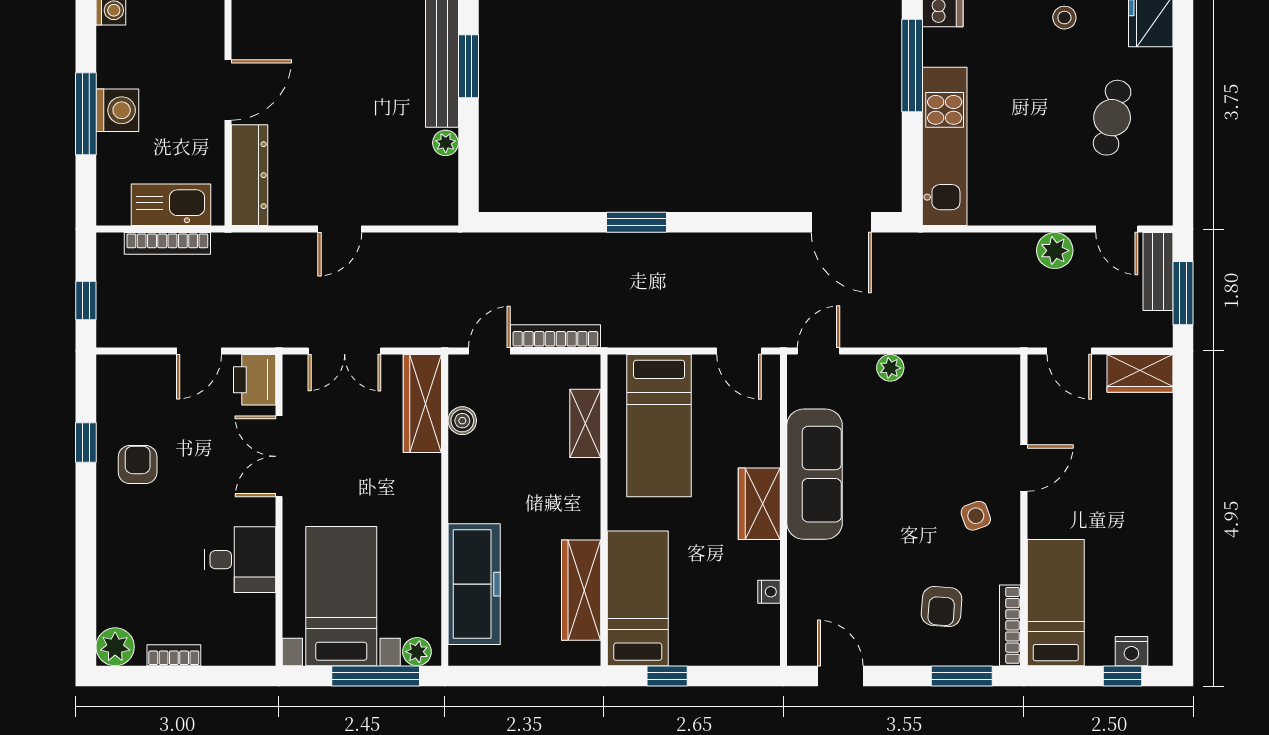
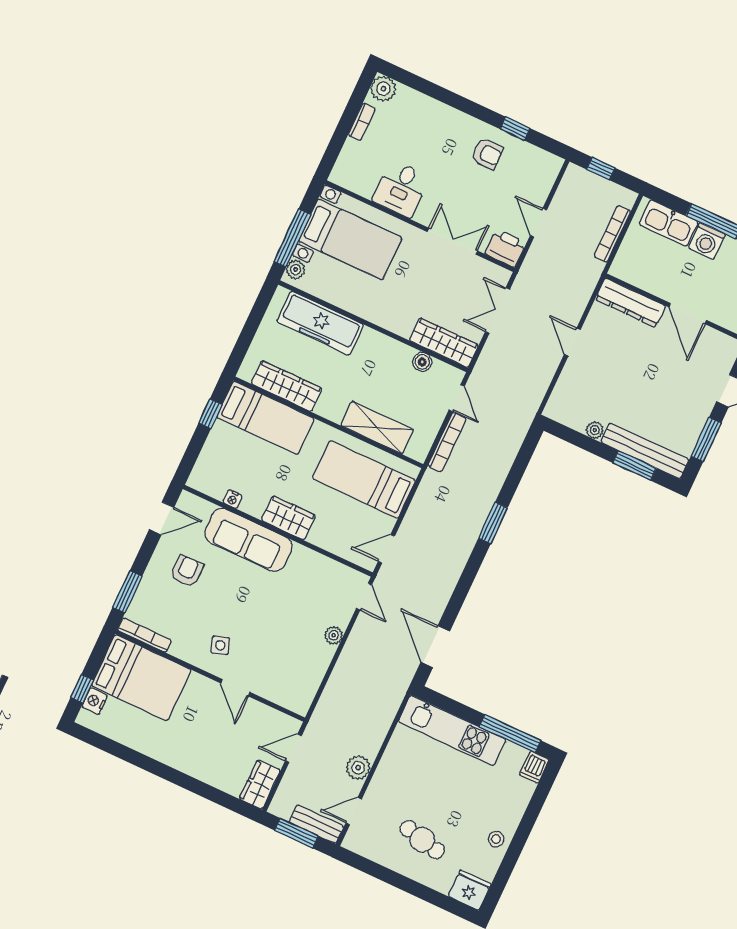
kitchen sink: (171, 205) -> (668, 223), moved, turned 90
door: (841, 222) -> (435, 647), hinge flipped
shelving: (585, 423) -> (377, 428), width x1.50, depth x1.33
sofa: (815, 474) -> (248, 540), moved
bed: (1056, 603) -> (141, 678), width x1.50
armchair: (942, 607) -> (187, 571), moved, turned 86

